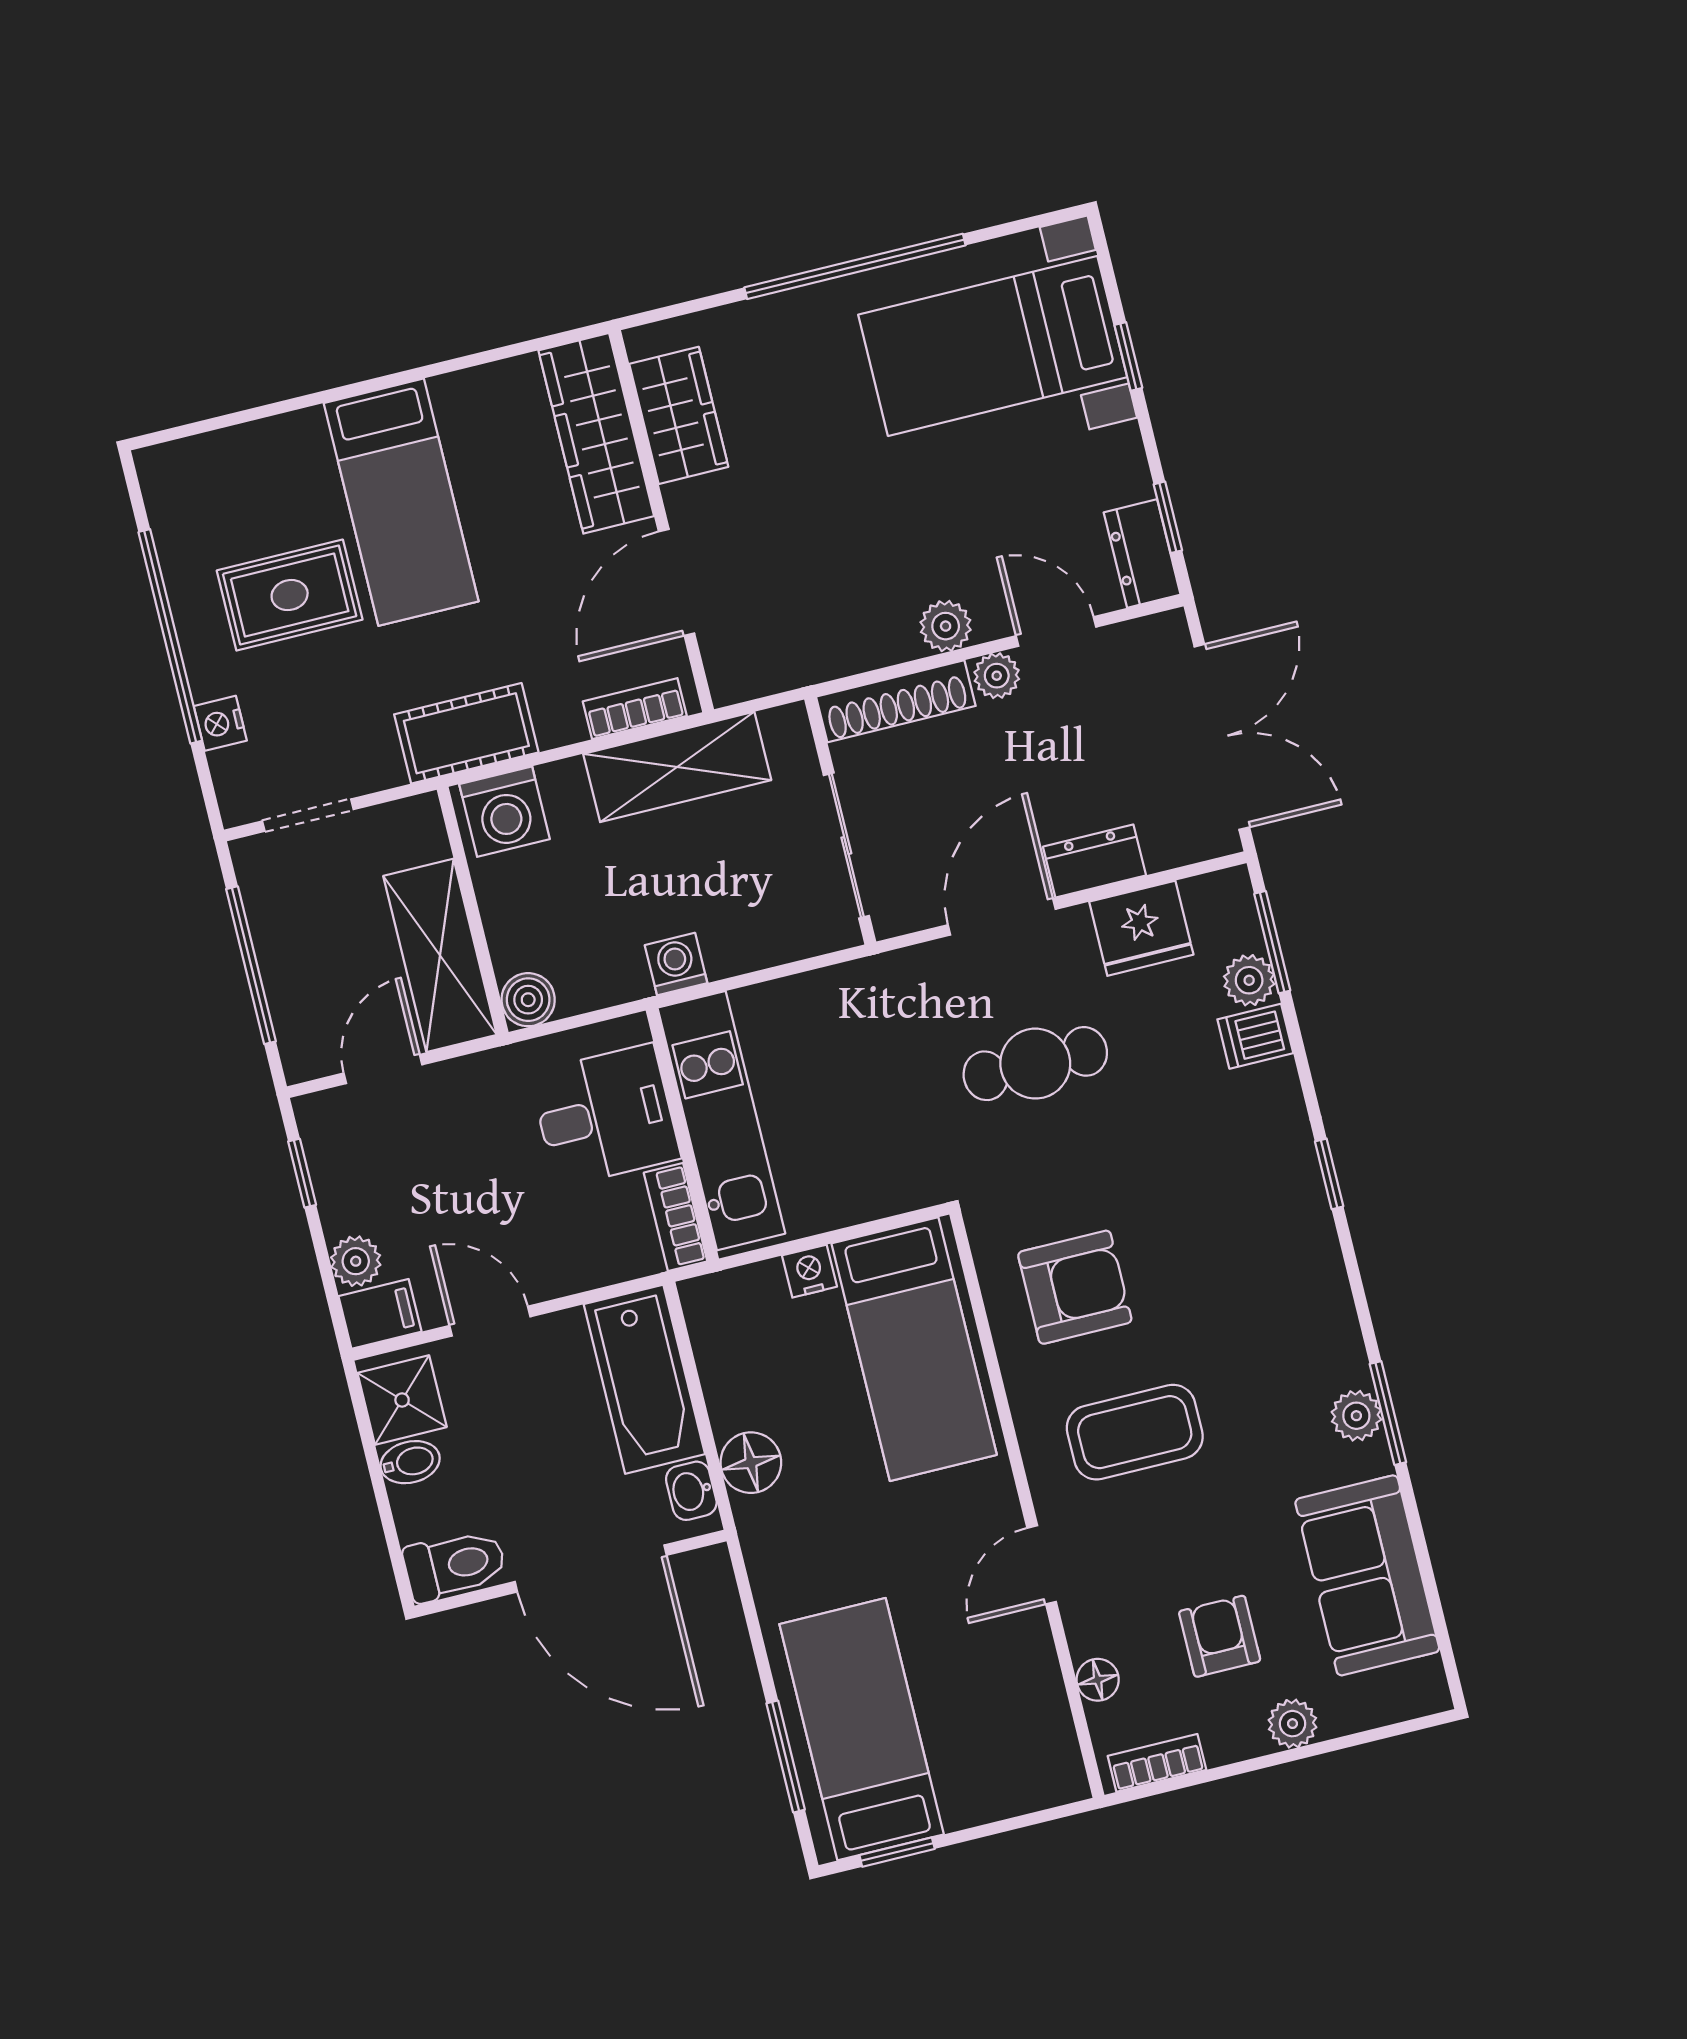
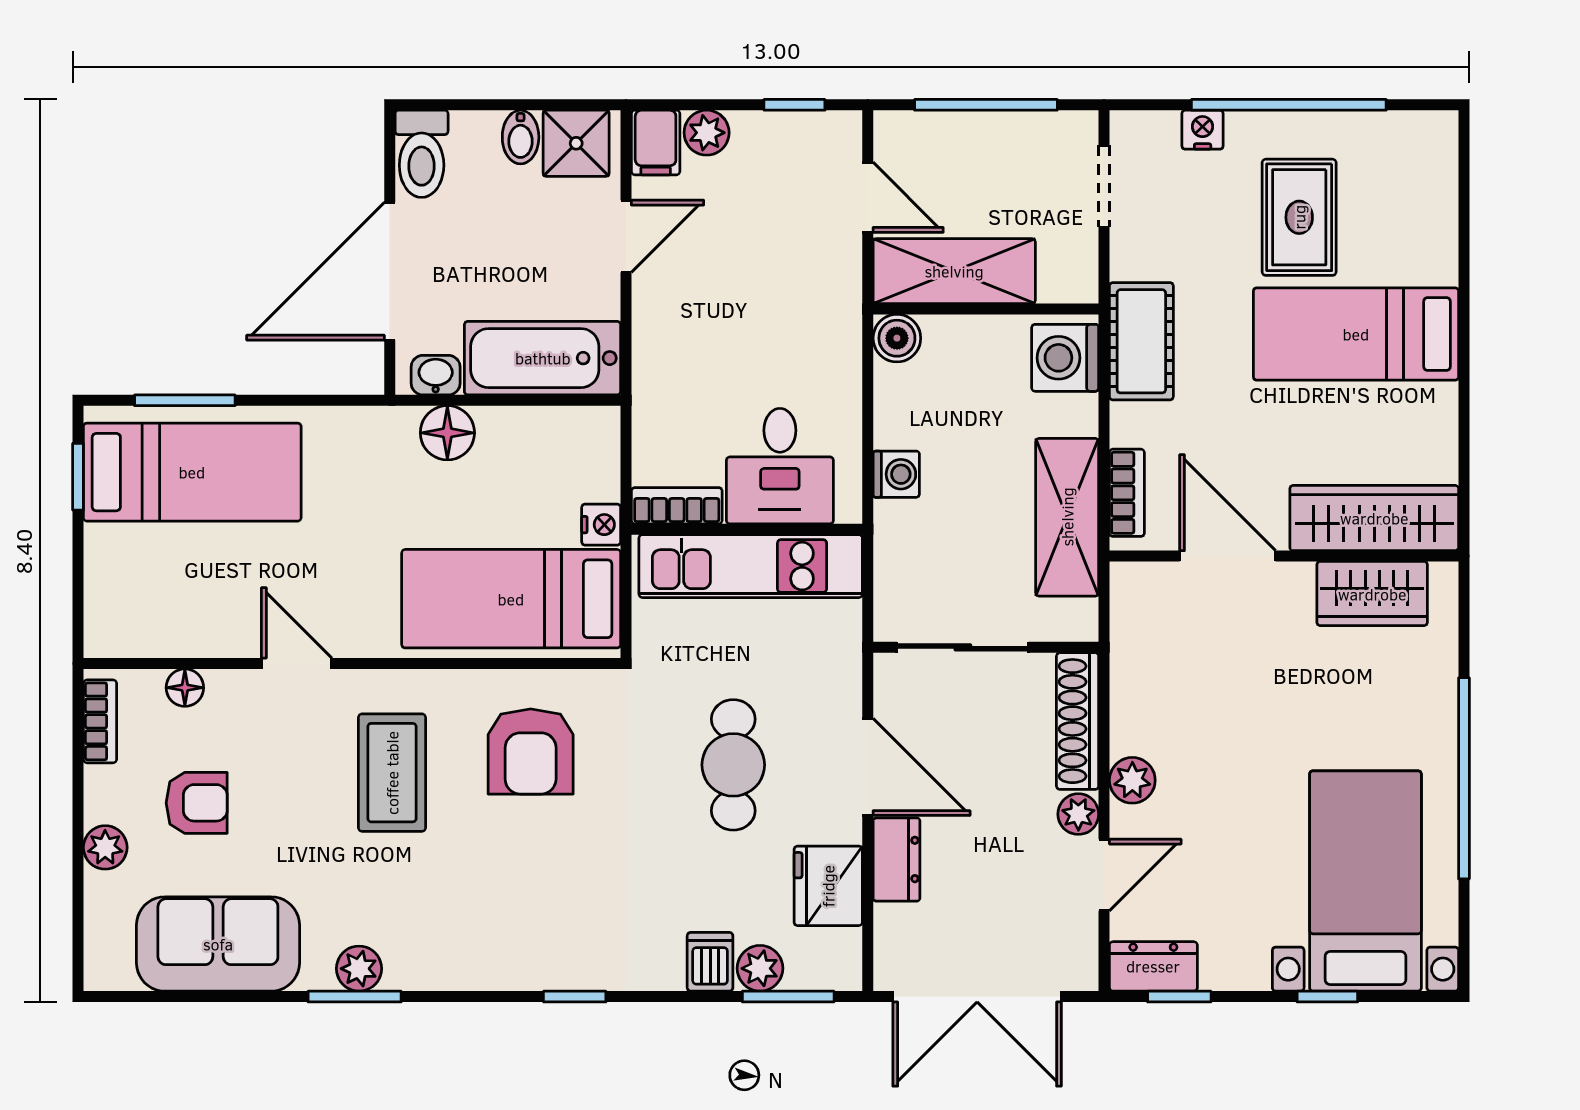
desk: (605, 1116) -> (780, 466), moved
kitchen unit: (721, 1121) -> (751, 566), moved
wall: (682, 1135) -> (747, 529), moved
bookcase: (675, 1217) -> (677, 506), moved

